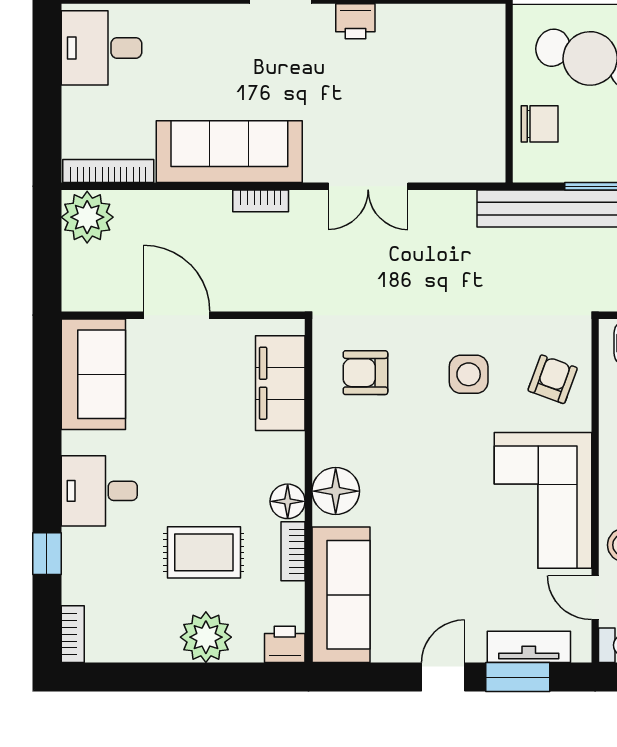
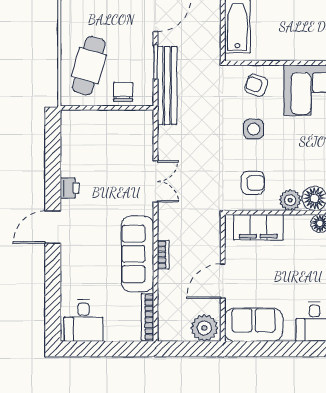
bookcase: (261, 201) -> (163, 255), moved
plant: (87, 217) -> (204, 328), moved
armchair: (365, 373) -> (253, 183), turned -90
plant: (332, 444) -> (290, 200), added

